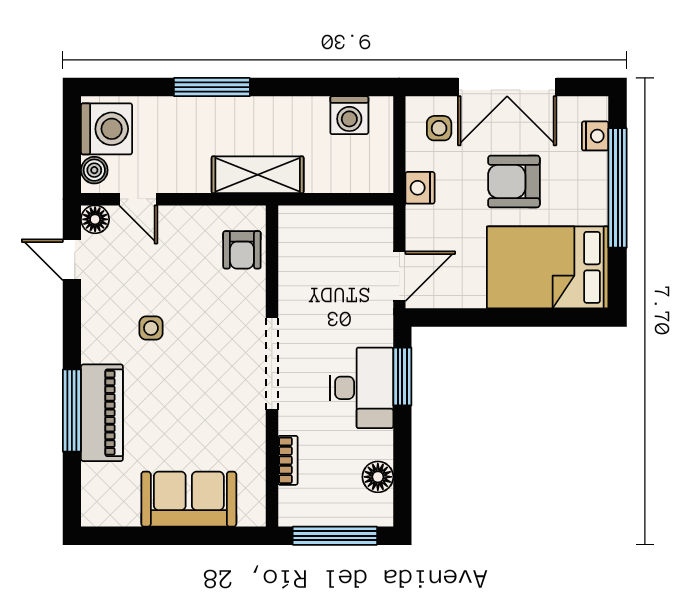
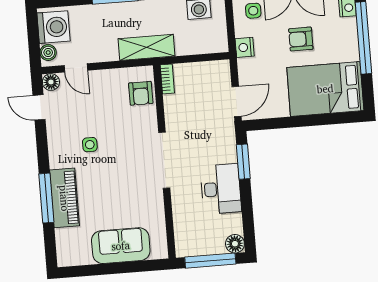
armchair: (514, 181) -> (301, 39), width x0.72, depth x0.72
desk: (362, 388) -> (221, 189), moved
bookcase: (288, 460) -> (167, 79), moved
floor lamp: (378, 477) -> (235, 244), moved

